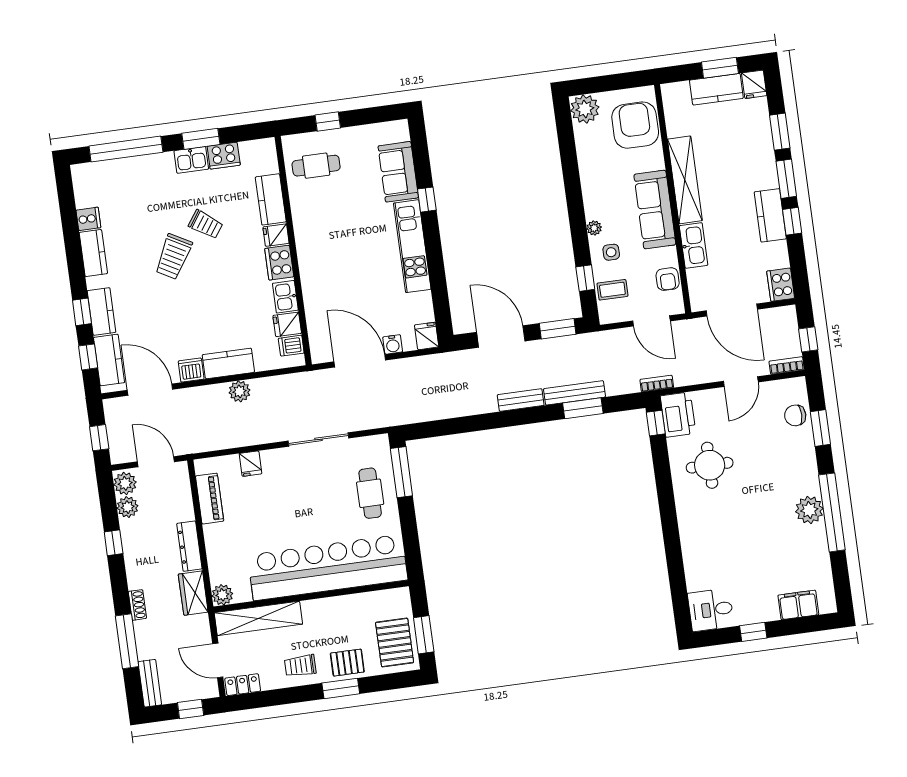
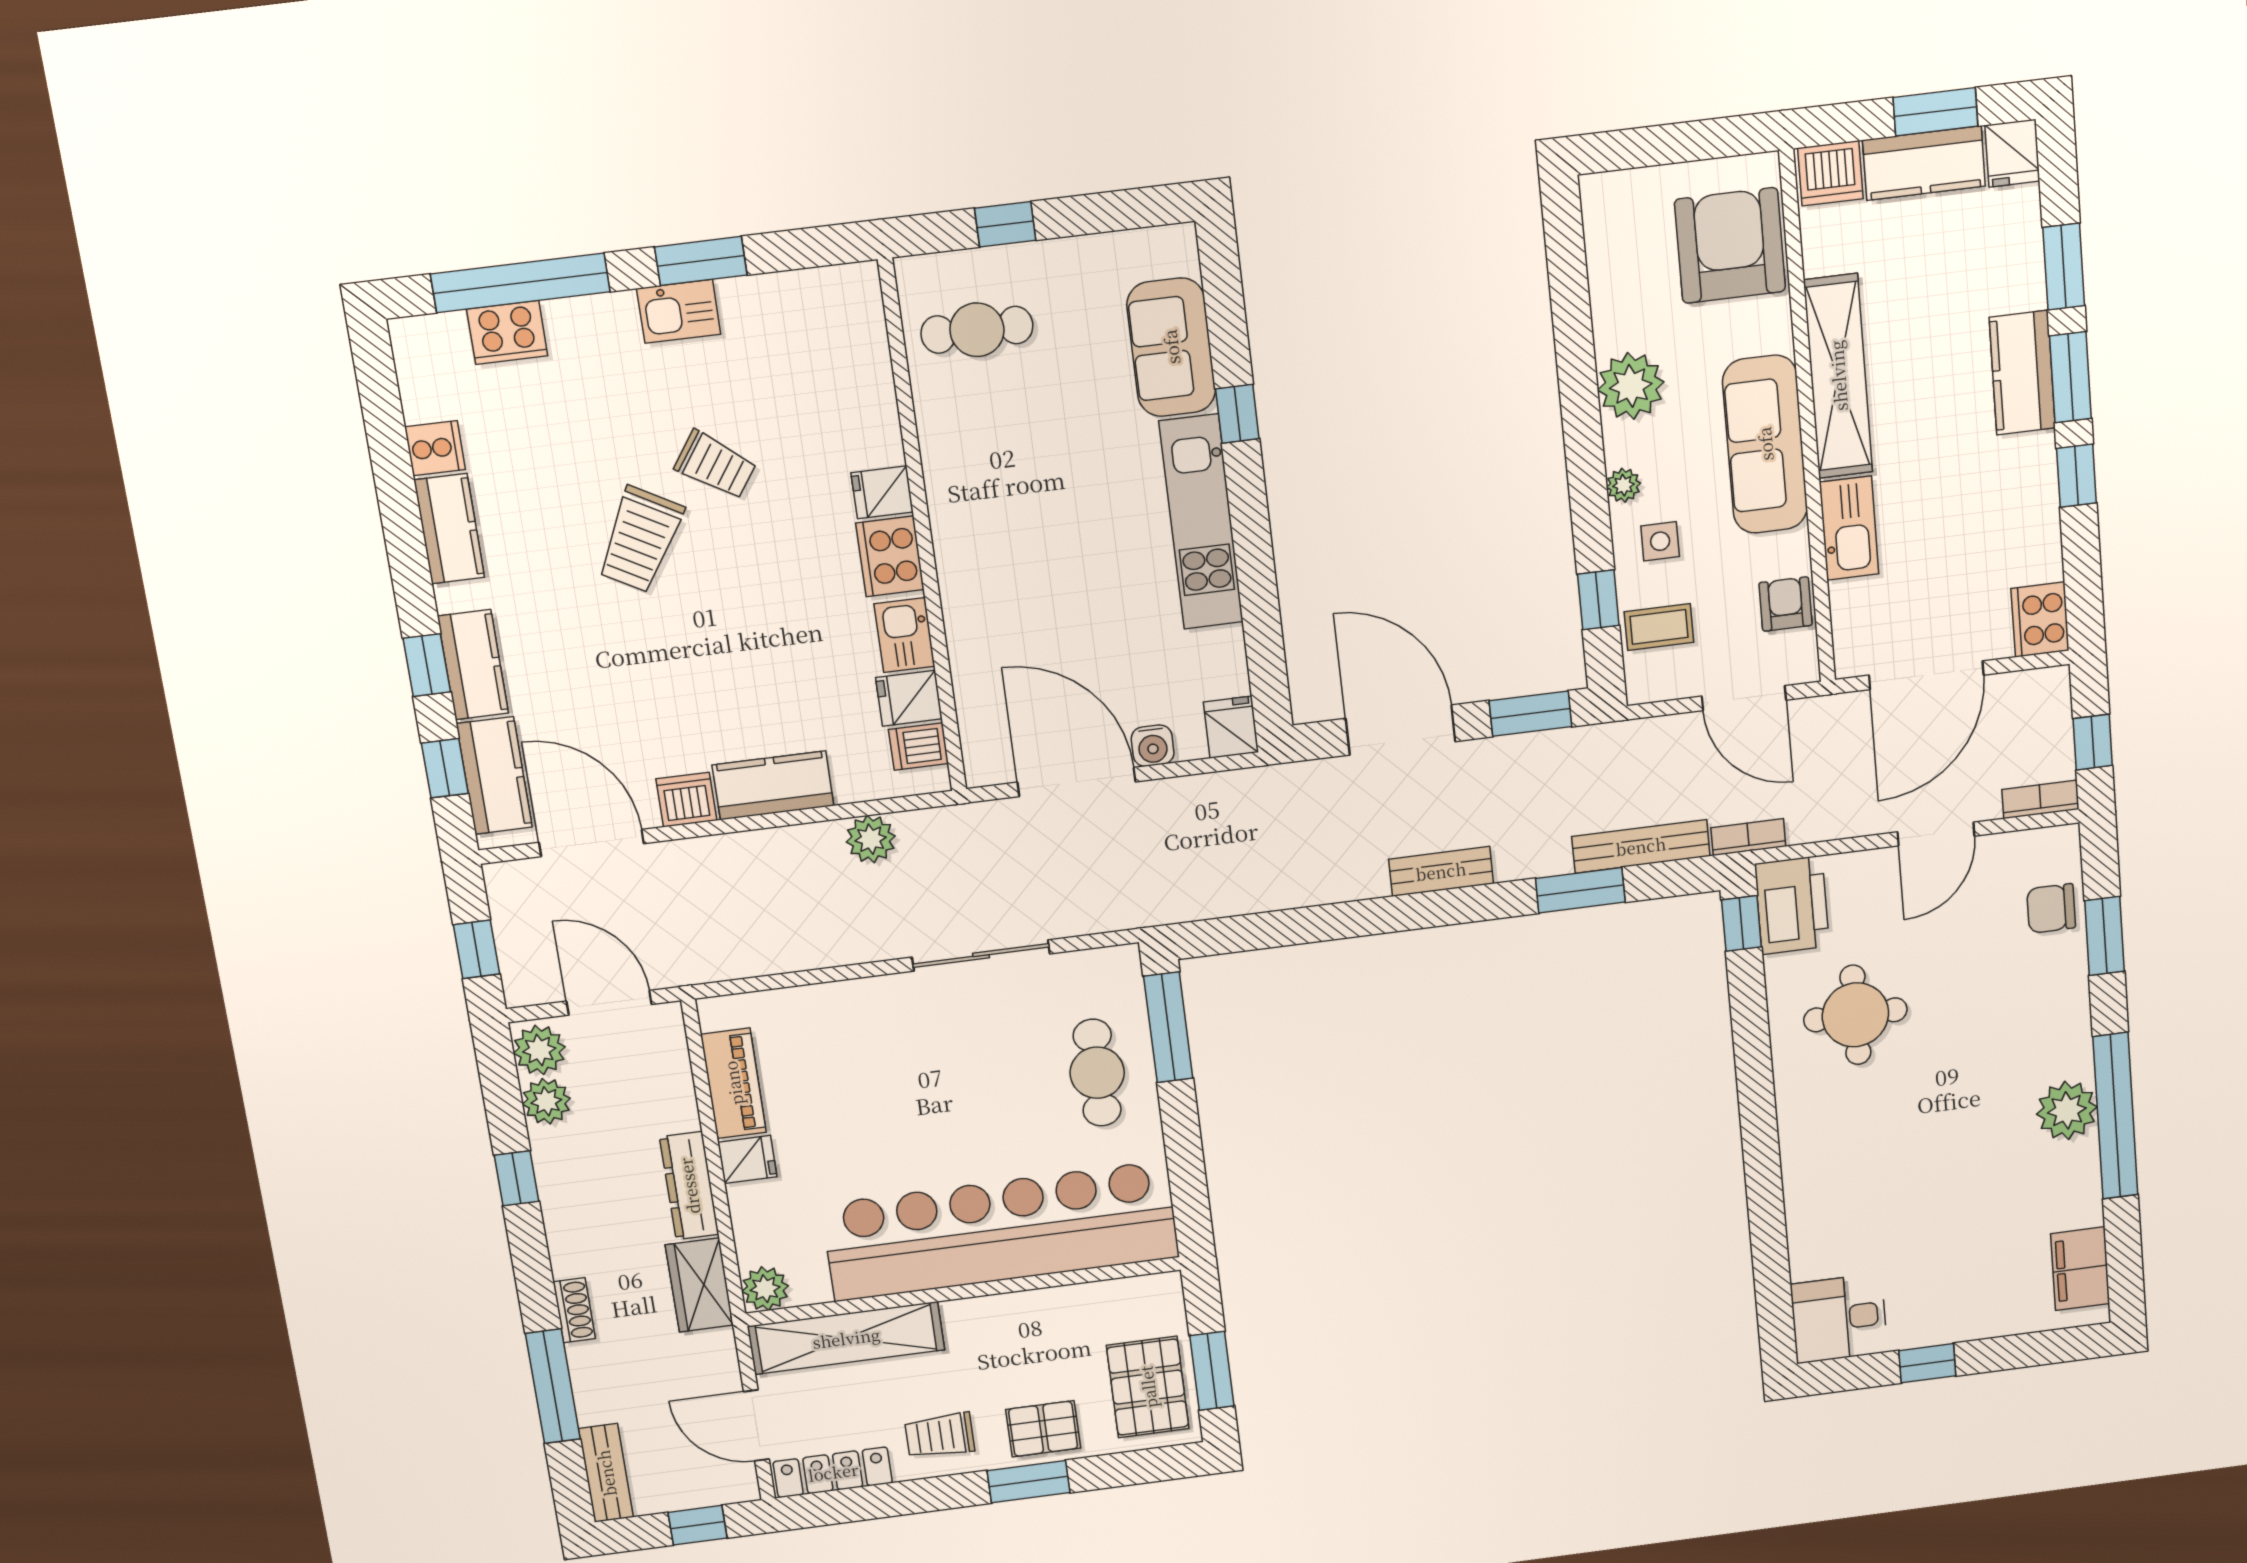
dishwasher: (677, 94) -> (1830, 173), added
plant: (585, 109) -> (1631, 386), moved
cooker: (224, 156) -> (507, 332), moved
kitchen counter: (271, 199) -> (869, 408), removed
kitchen counter: (770, 215) -> (2022, 373), moved
armchair: (668, 279) -> (1786, 604), turned 180
door: (732, 310) -> (1926, 675), hinge flipped
plant: (240, 391) -> (871, 839), moved
bench: (574, 393) -> (1641, 846), moved
fridge: (250, 464) -> (747, 1160), moved, turned -90
filing cabinet: (798, 605) -> (2080, 1269), moved, turned -90
locker: (243, 685) -> (833, 1472), width x1.53

